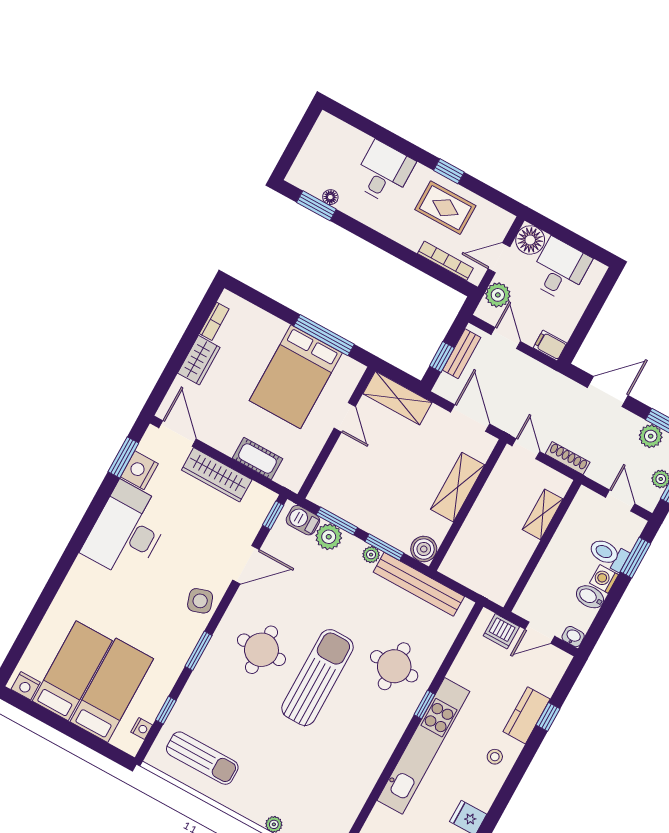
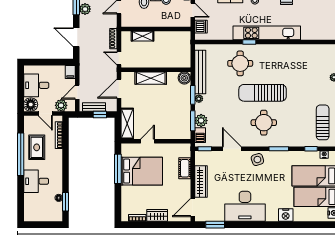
window: (449, 171) -> (21, 154), width x3.17
door: (526, 449) -> (119, 58), hinge flipped
nightstand: (139, 470) -> (286, 215), moved

